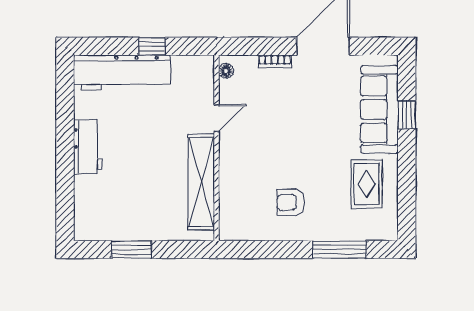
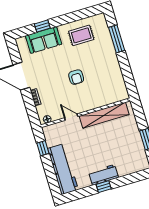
window: (152, 46) -> (43, 148), moved
sofa: (379, 109) -> (44, 40), width x0.73
window: (65, 140) -> (104, 187), added
armchair: (291, 202) -> (76, 77), moved

